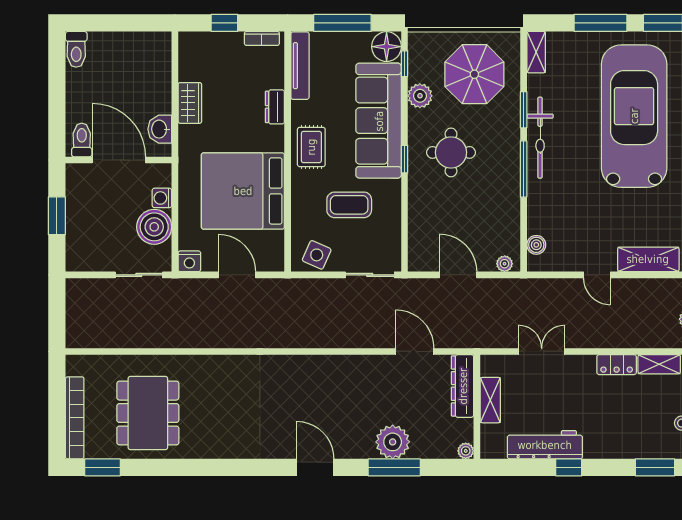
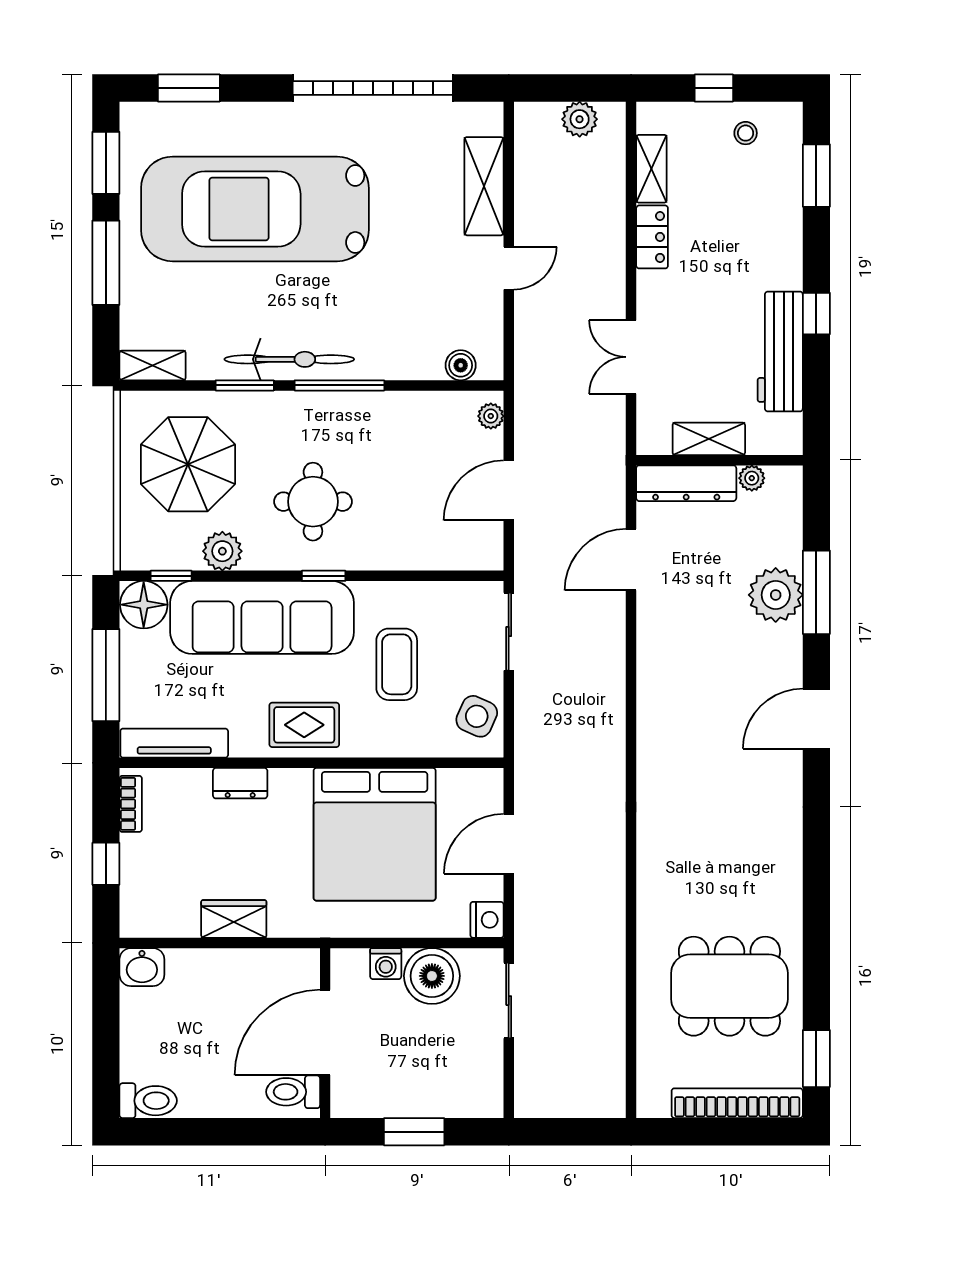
washbasin: (160, 129) -> (142, 967), moved
plant: (466, 451) -> (752, 478), moved

